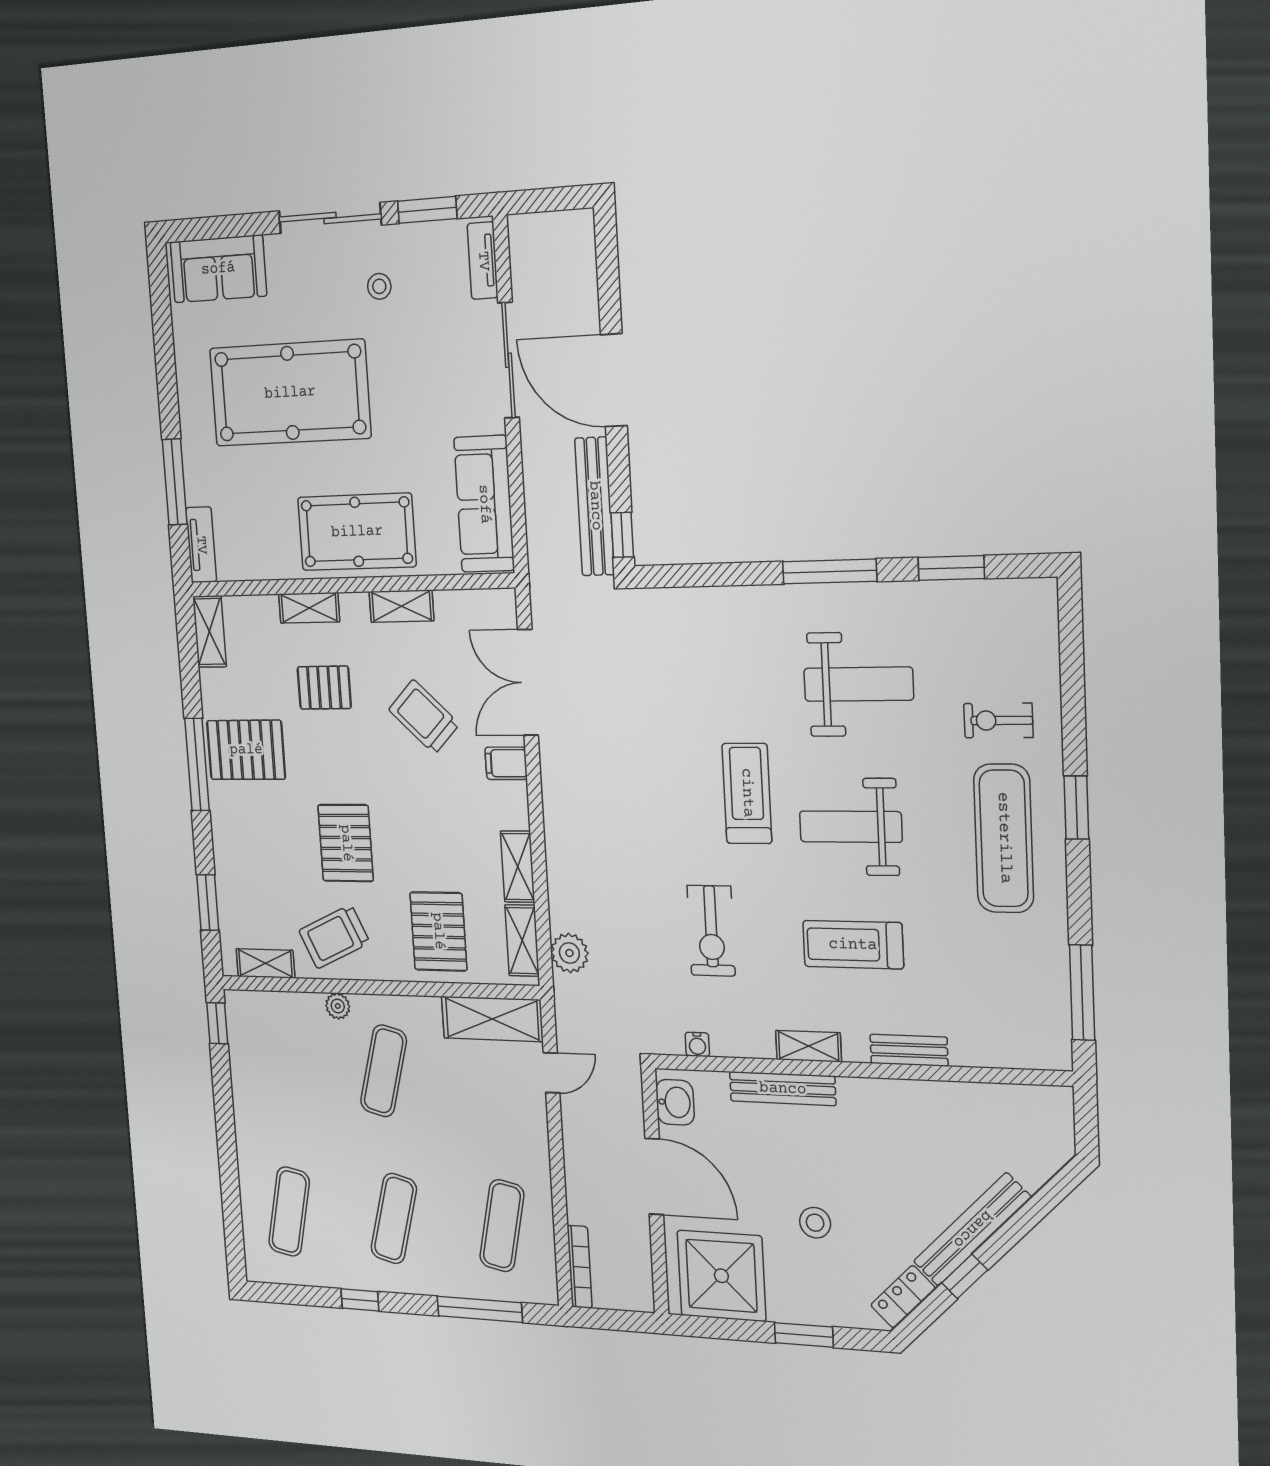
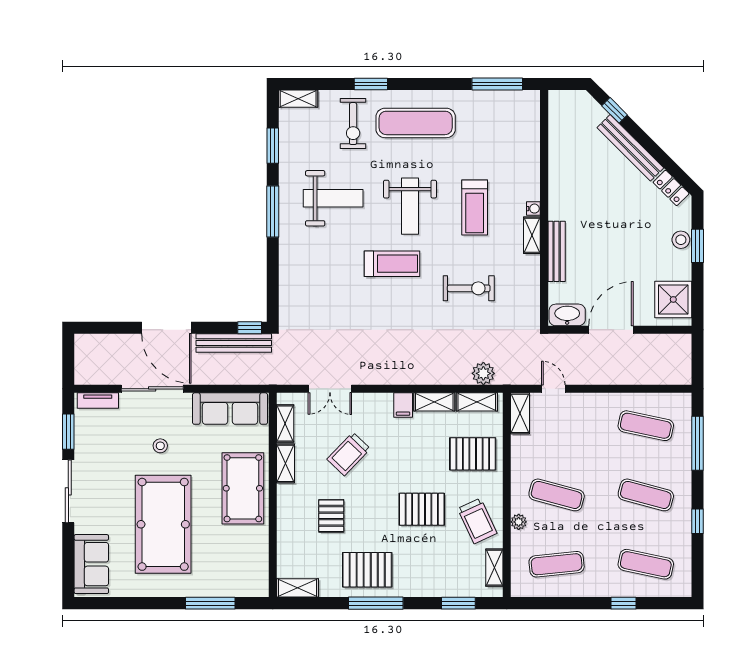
stool: (379, 286) -> (160, 446), moved
door: (614, 380) -> (166, 328), hinge flipped
tv unit: (201, 545) -> (247, 589), removed
shelving: (309, 608) -> (285, 423), moved
shelving: (1042, 615) -> (298, 99), added
double door: (528, 683) -> (330, 389), width x0.73
weight bench: (859, 684) -> (333, 198), turned 90
exercise bike: (998, 720) -> (353, 124), width x1.38, depth x1.39
pallet: (246, 750) -> (367, 570), turned 90
filing cabinet: (506, 763) -> (403, 405), moved
treadmill: (747, 793) -> (392, 264), turned 180
window: (1076, 808) -> (371, 84), moved
shelving: (492, 1019) -> (520, 413), width x0.67, depth x0.75
window: (217, 1023) -> (623, 603), moved
water cooler: (697, 1044) -> (533, 209), moved
bench: (909, 1050) -> (532, 179), removed
exercise mat: (278, 1066) -> (557, 564), added
washbasin: (675, 1102) -> (567, 315), width x1.38
stool: (815, 1223) -> (681, 240), moved
bookcase: (580, 1267) -> (667, 379), removed
shower: (721, 1276) -> (673, 299), width x0.73, depth x0.73
window: (965, 1276) -> (615, 110), moved

